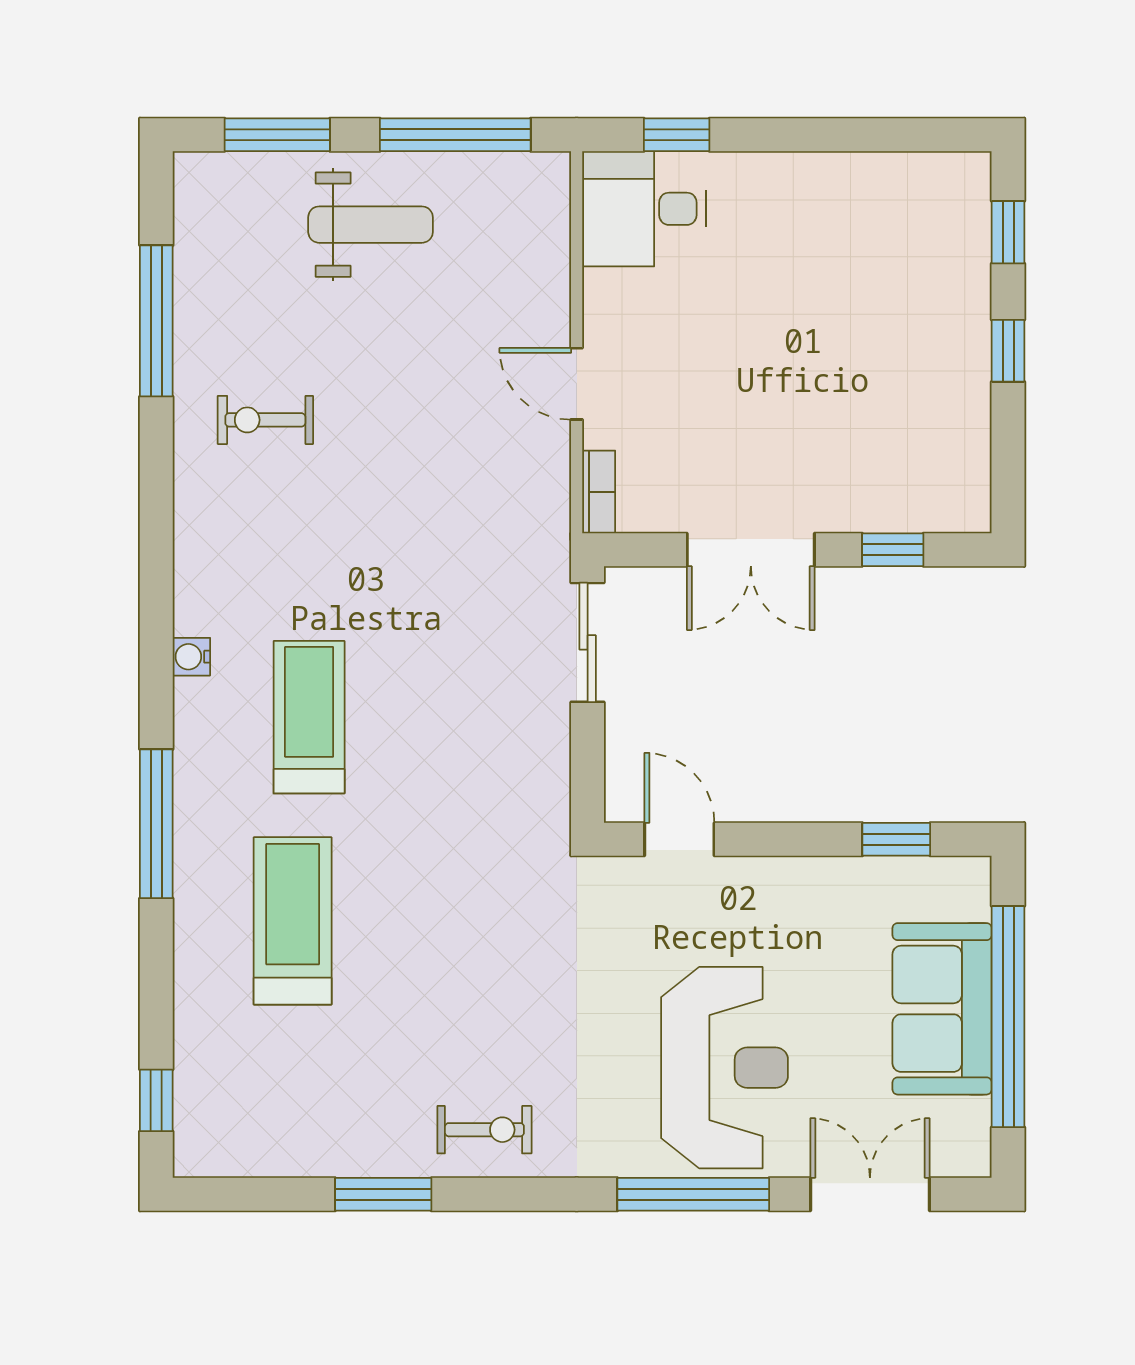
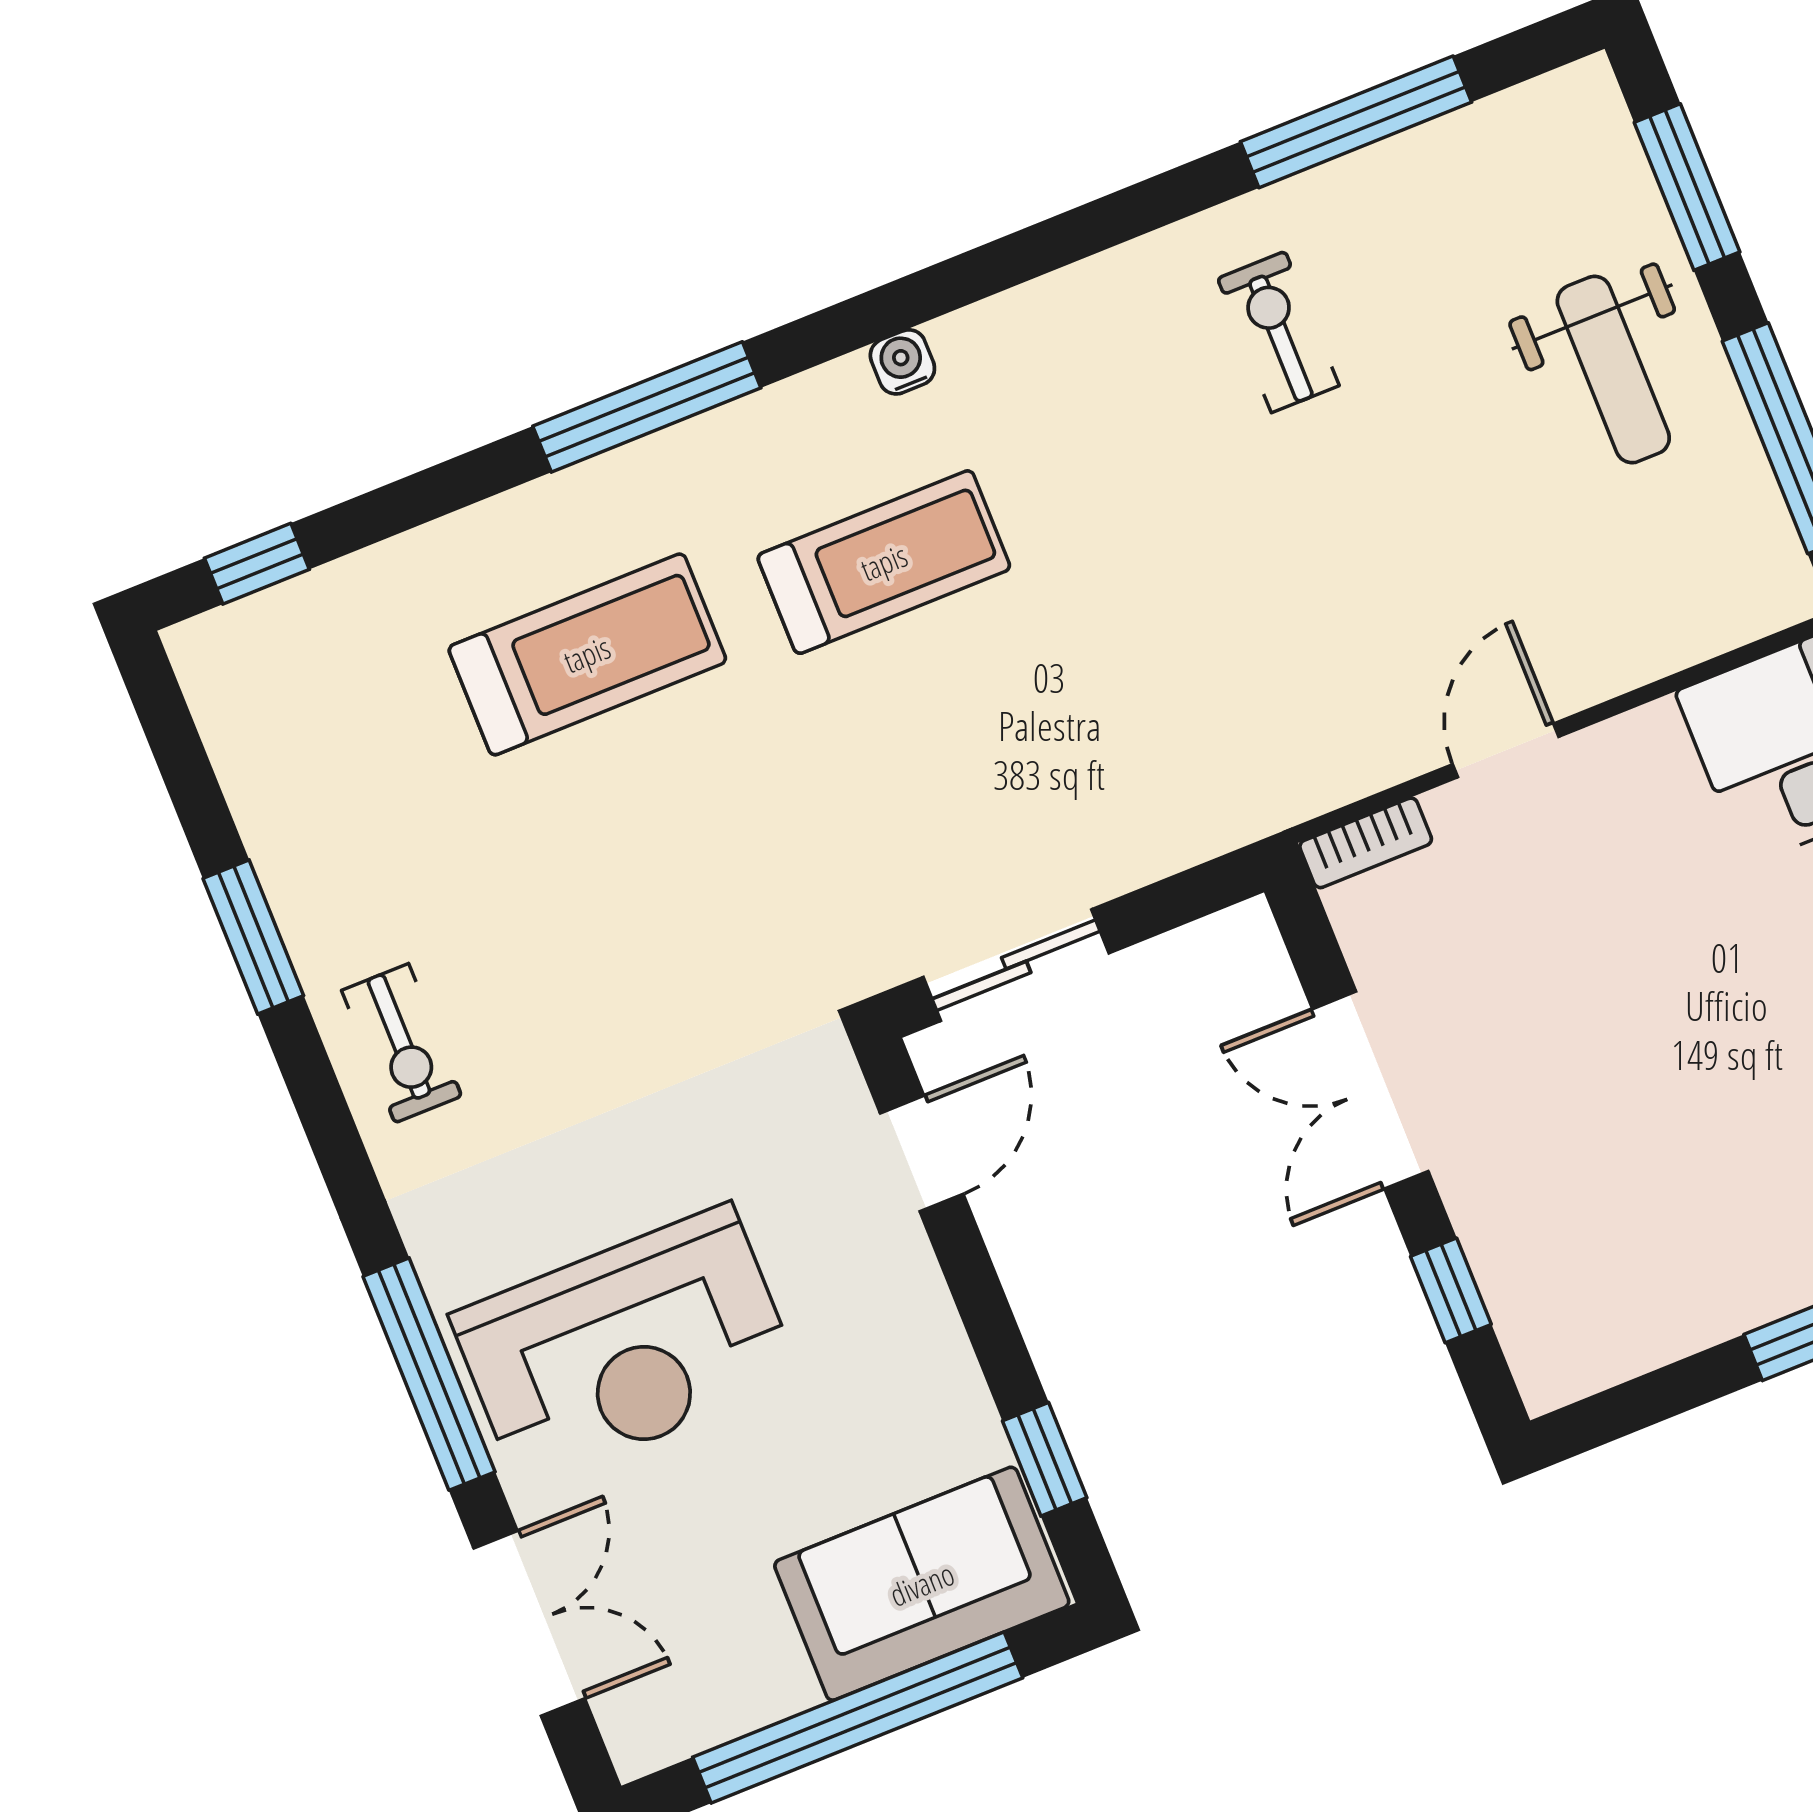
sliding door: (588, 642) -> (1016, 965), moved
sofa: (942, 1009) -> (922, 1584), moved

